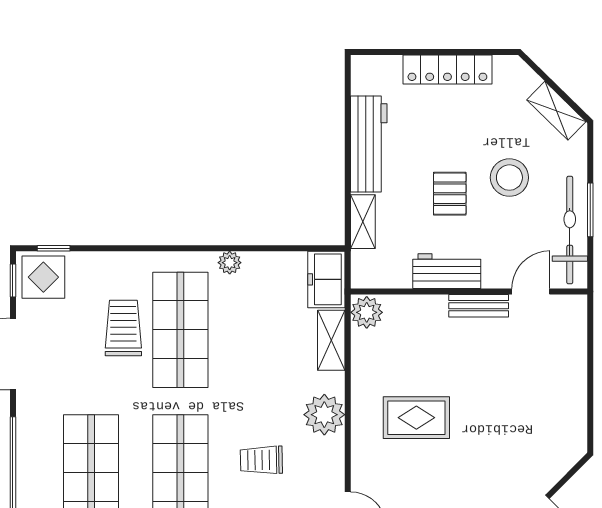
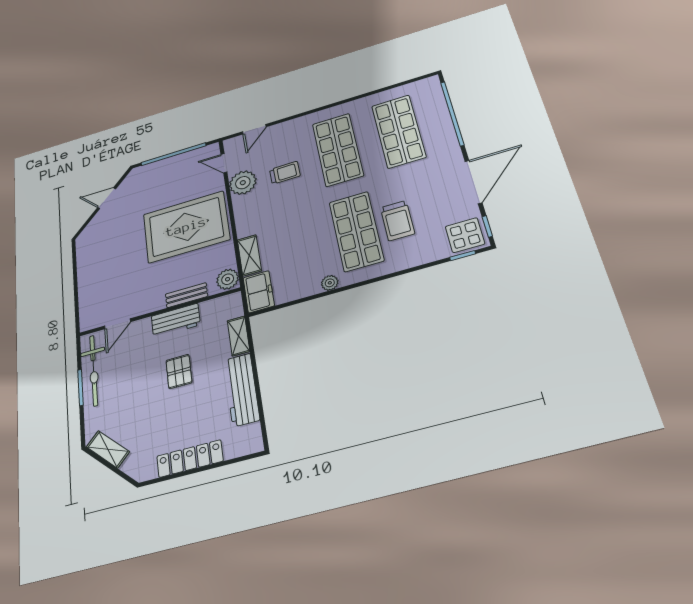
stool: (509, 178) -> (138, 394), removed
bench: (479, 306) -> (186, 295), moved
plant: (324, 415) -> (243, 183), moved
rug: (416, 418) -> (186, 227), width x1.86, depth x2.06

